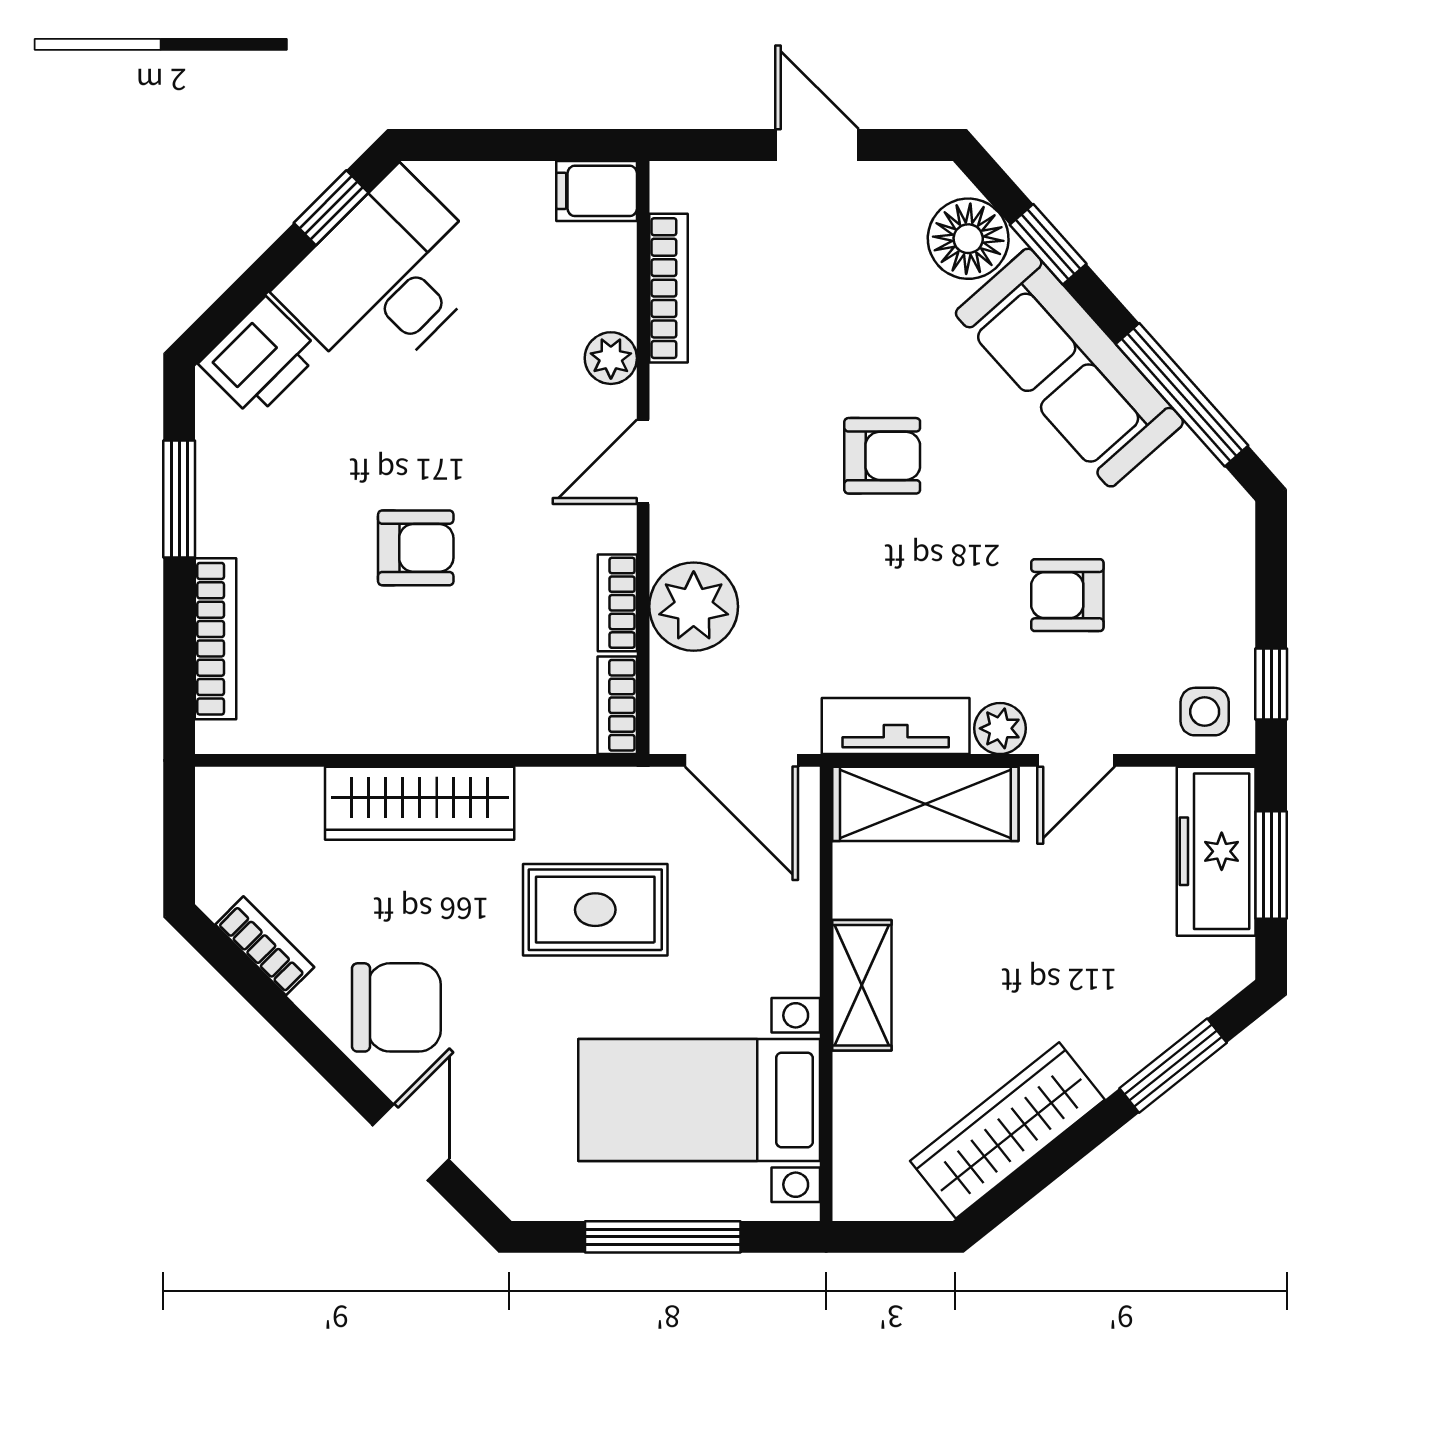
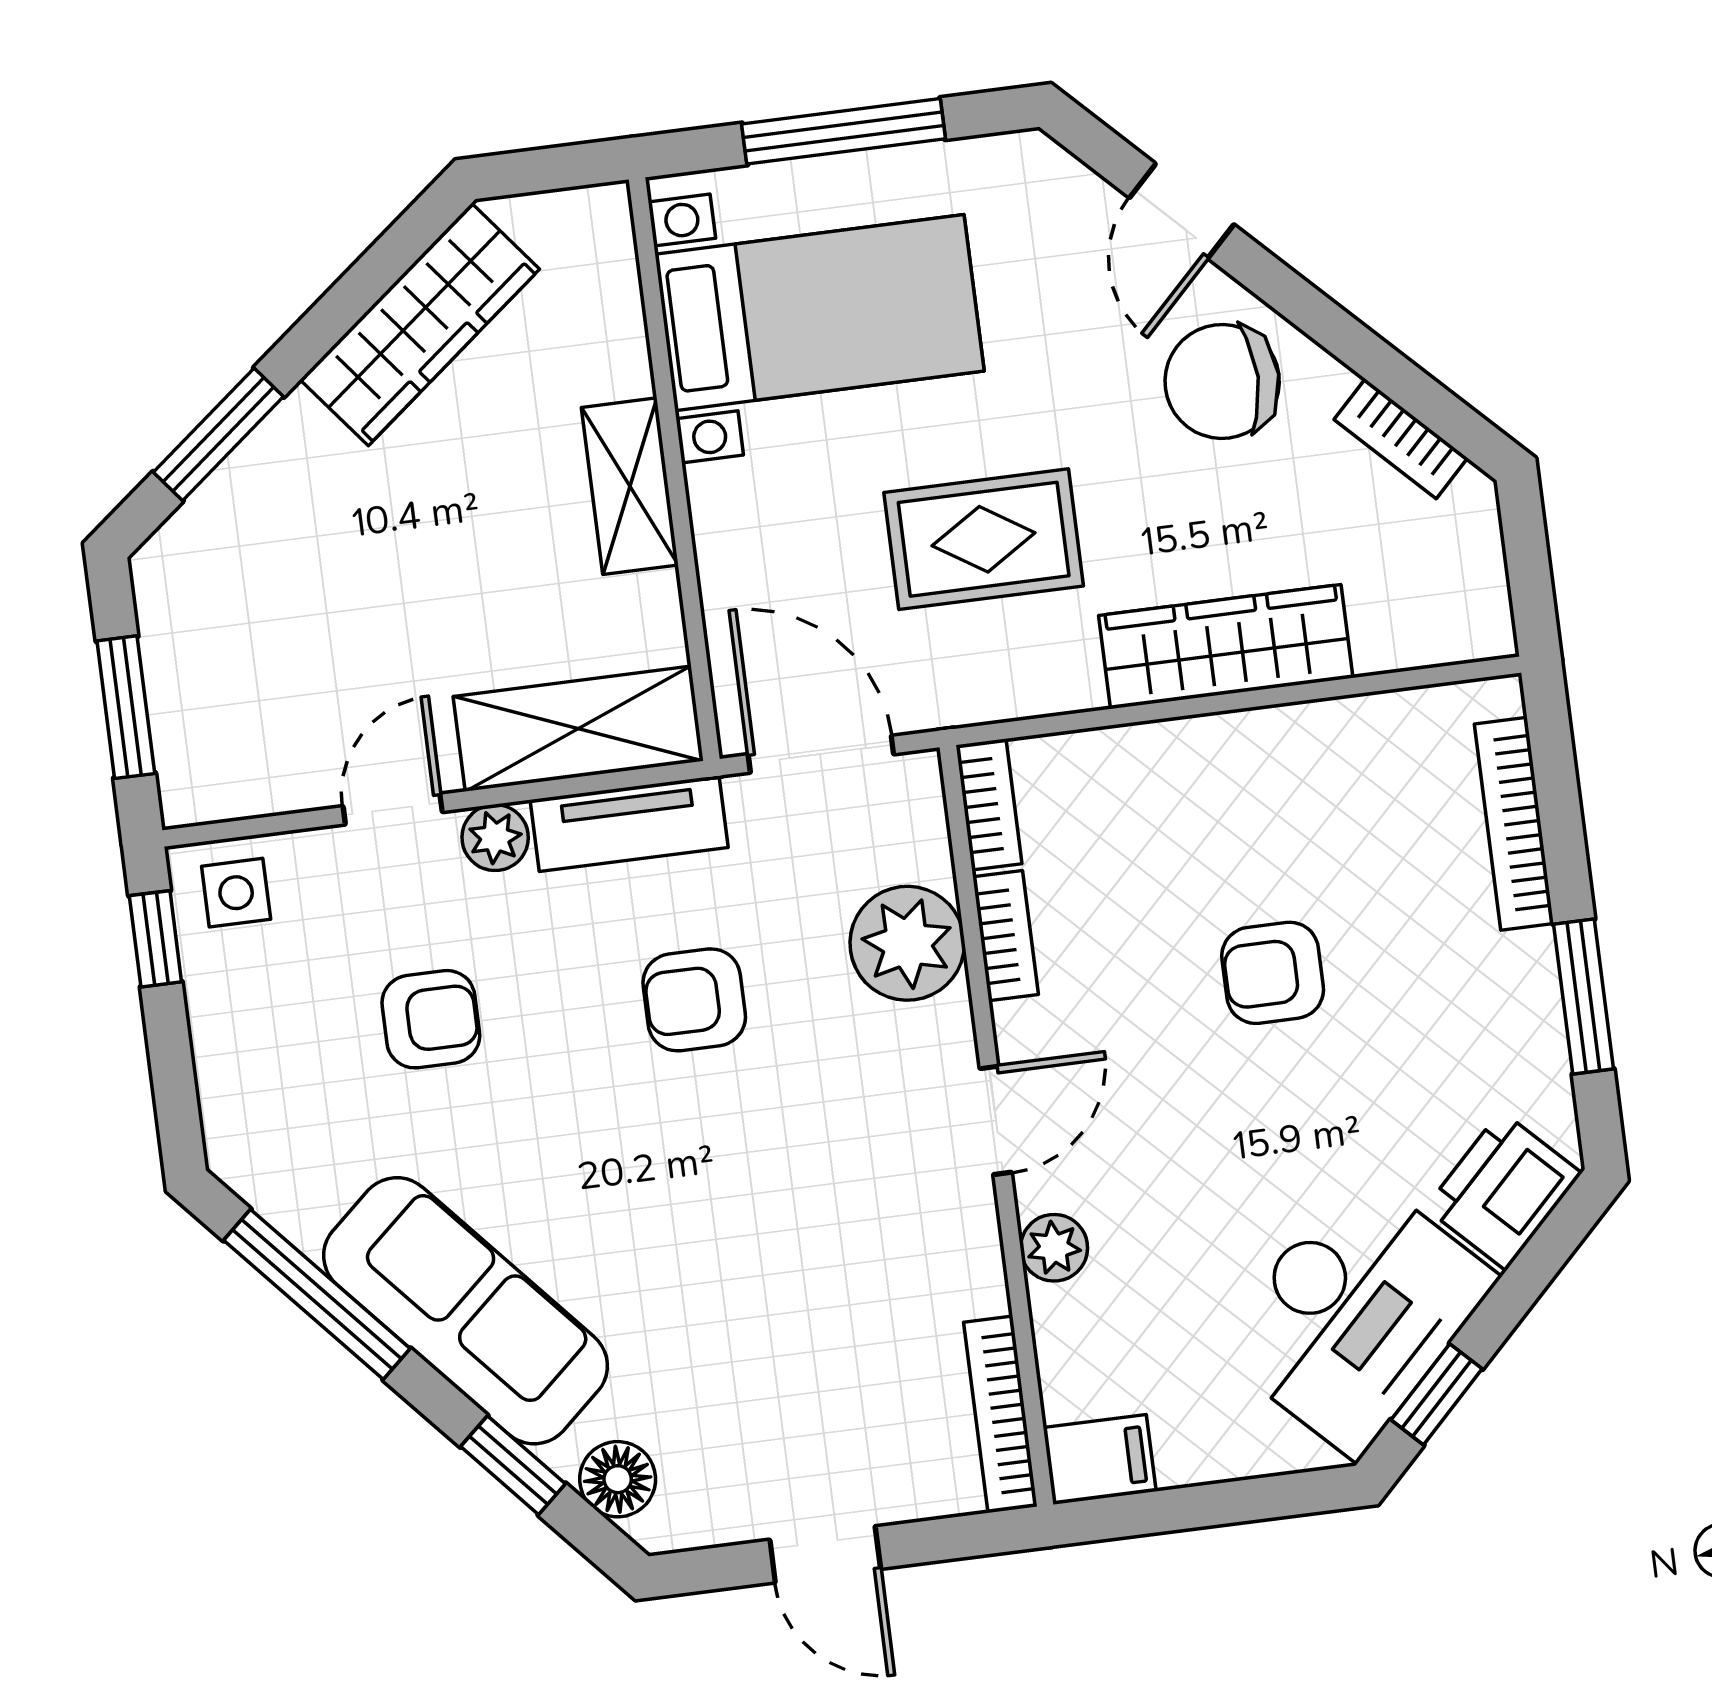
floor lamp: (968, 239) -> (618, 1479), width x0.73, depth x0.73
bookcase: (669, 288) -> (1000, 1414), moved
armchair: (882, 456) -> (694, 1000), moved
freezer: (1216, 851) -> (198, 716), removed

